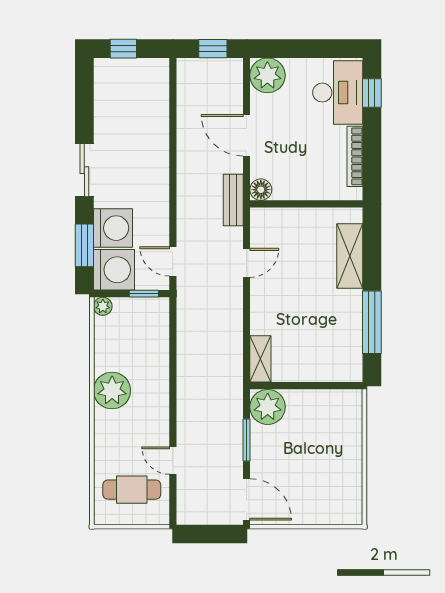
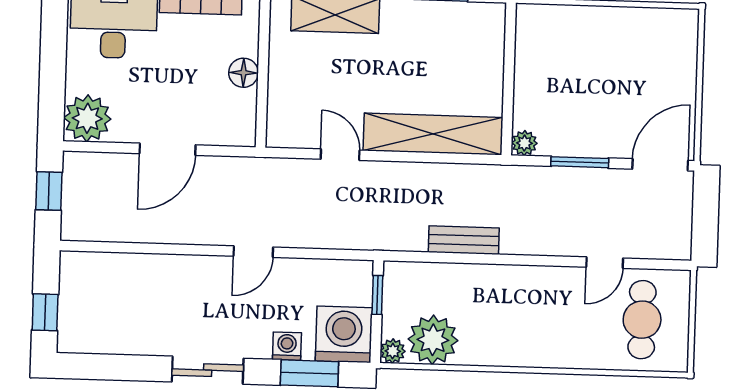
floor lamp: (261, 190) -> (244, 73), moved
bench: (233, 200) -> (464, 240), moved
washing machine: (113, 228) -> (287, 346), width x0.53, depth x0.53
door: (173, 261) -> (253, 252), moved
shelving: (260, 359) -> (433, 134), width x2.20, depth x1.33
plant: (112, 390) -> (433, 340), moved
plant: (268, 407) -> (524, 143), width x0.53, depth x0.53

